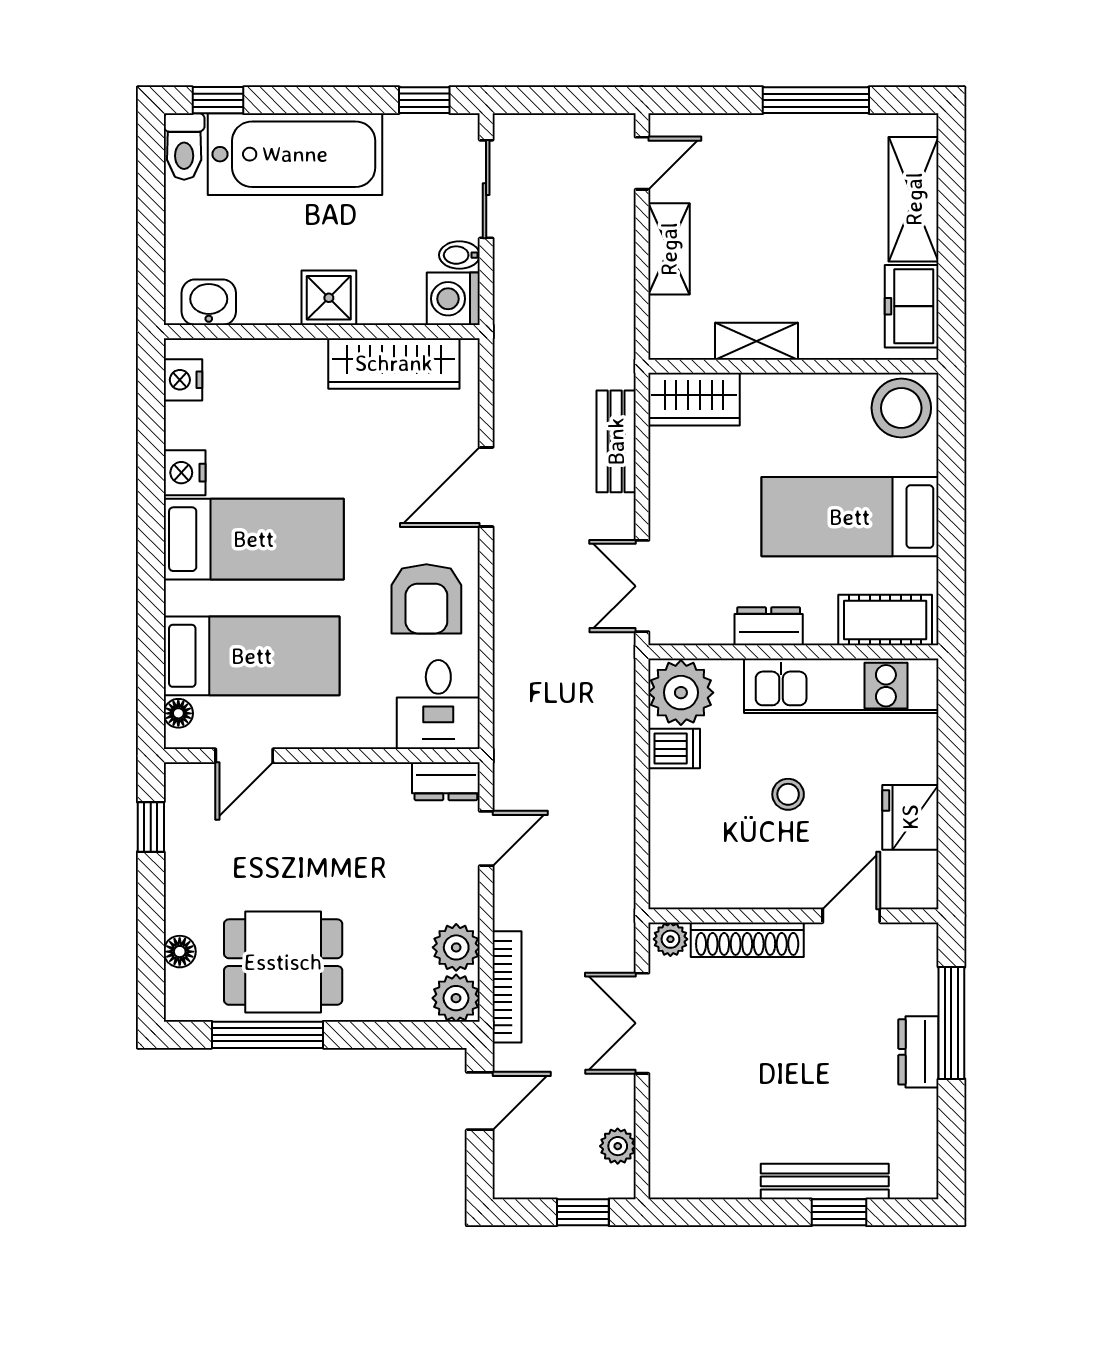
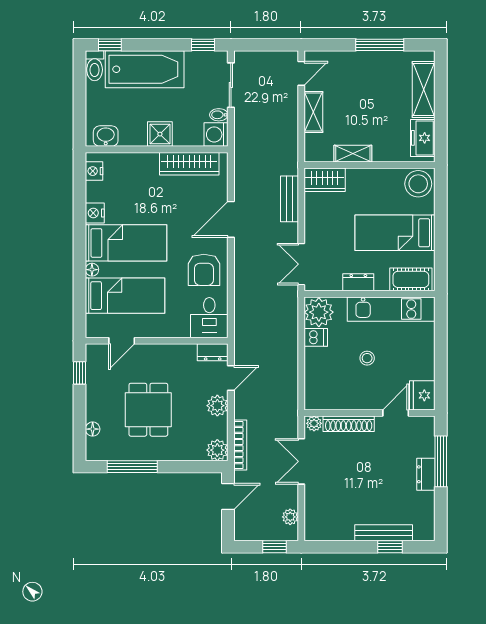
floor lamp: (178, 713) -> (92, 270), moved
fridge: (910, 817) -> (422, 395), moved
plant: (456, 947) -> (217, 406), moved
dining table: (283, 962) -> (148, 410), moved, turned 90

